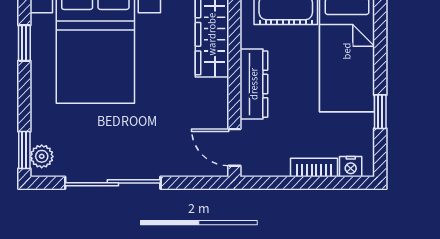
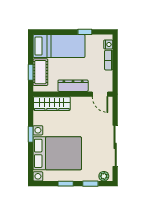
window: (24, 43) -> (66, 184), moved
door: (234, 147) -> (100, 94), hinge flipped
window: (24, 150) -> (90, 184), moved

